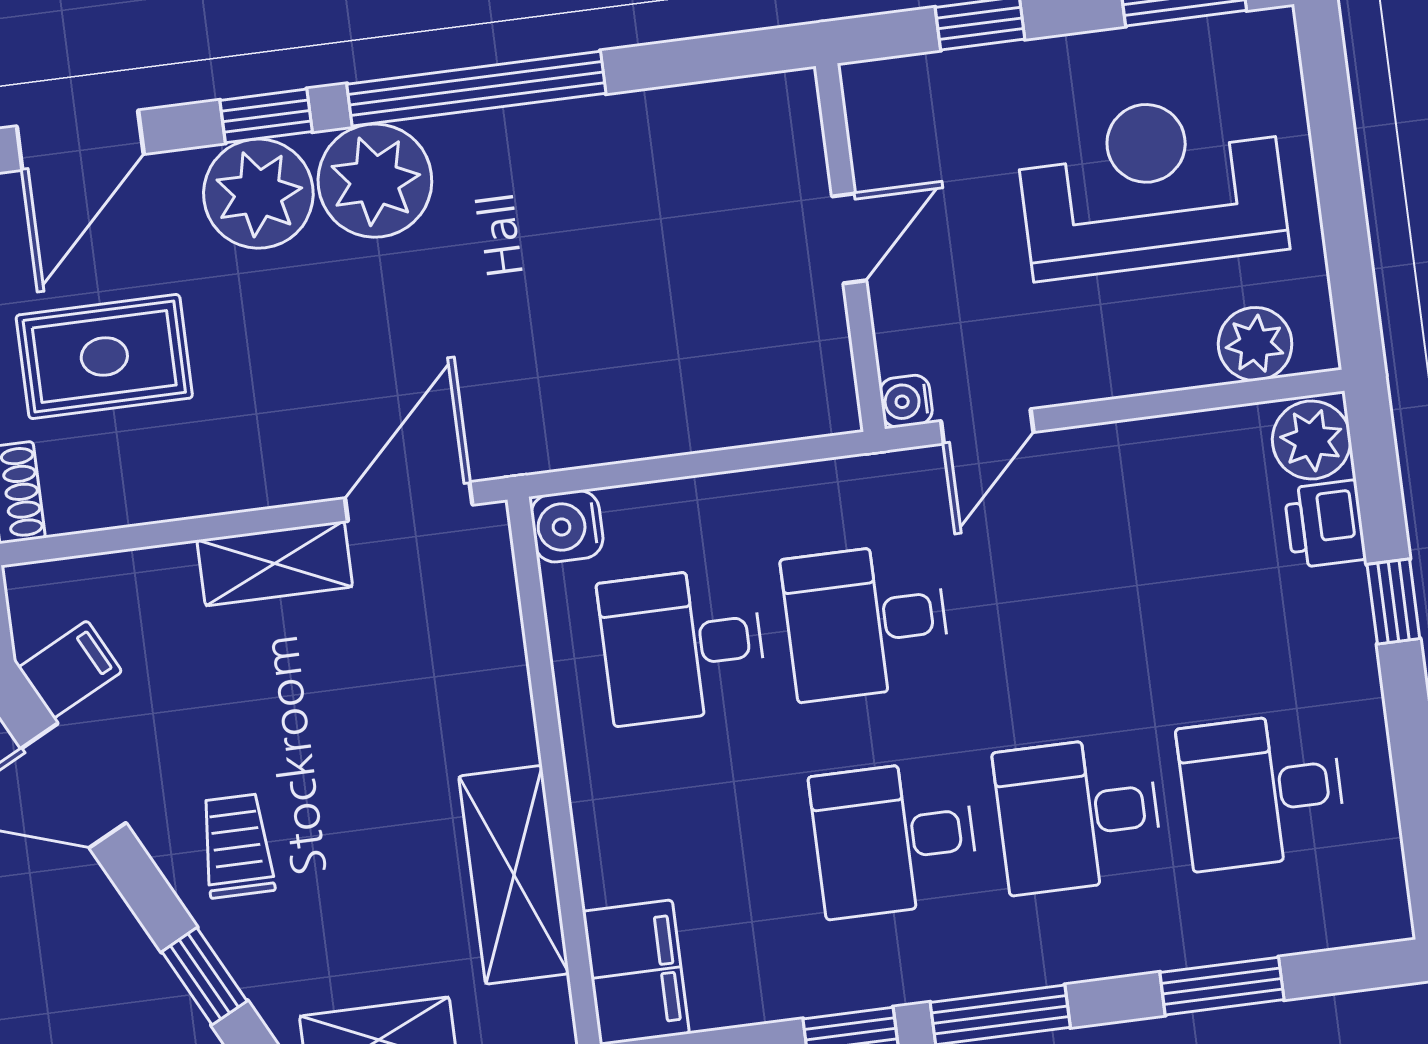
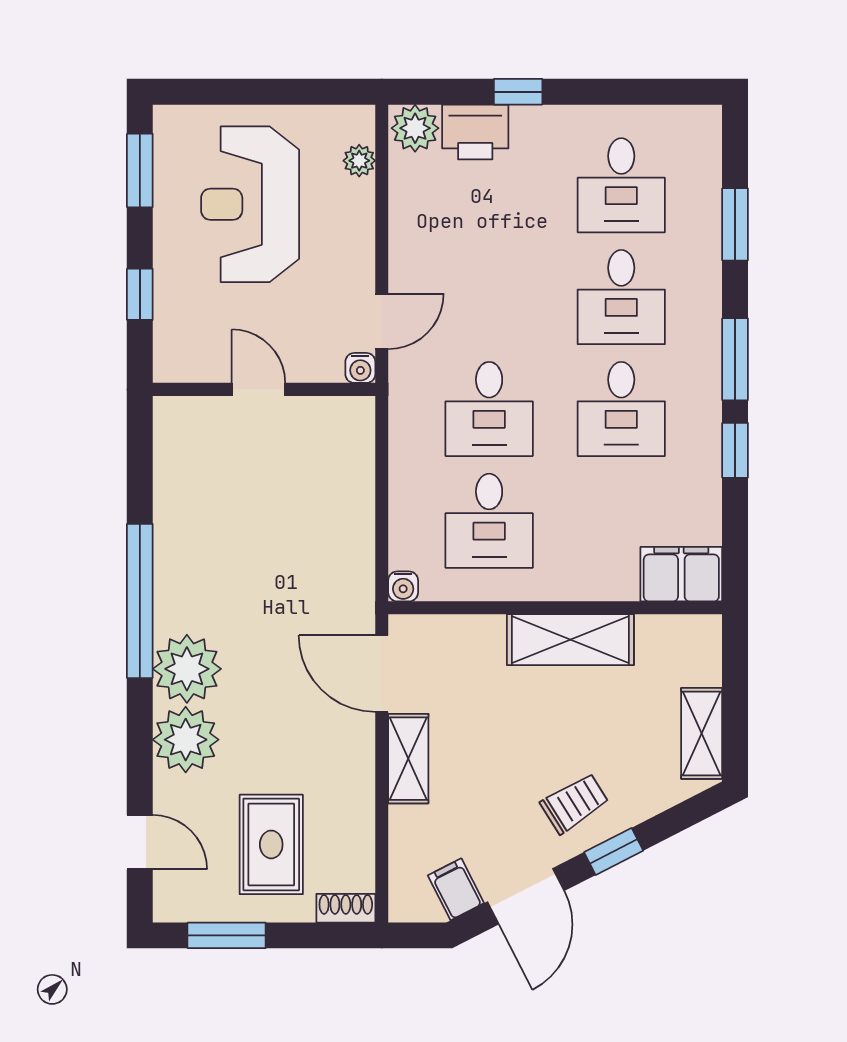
window: (266, 116) -> (140, 729), removed
door: (80, 140) -> (140, 842), width x0.73
plant: (1255, 344) -> (359, 161), width x0.73, depth x0.73
door: (987, 426) -> (382, 321), hinge flipped
printer: (1325, 524) -> (475, 132), width x1.36, depth x1.24
water cooler: (567, 526) -> (403, 586), width x0.72, depth x0.72
trolley: (237, 846) -> (575, 803), turned 148
shelving: (514, 875) -> (570, 640), moved
window: (204, 976) -> (614, 851), moved

